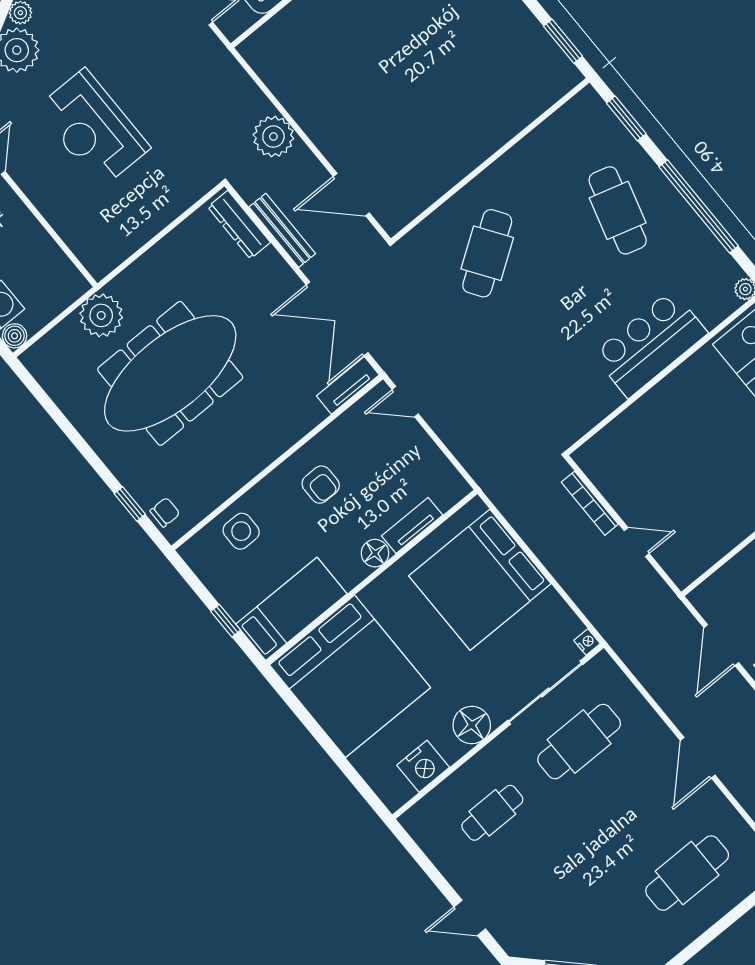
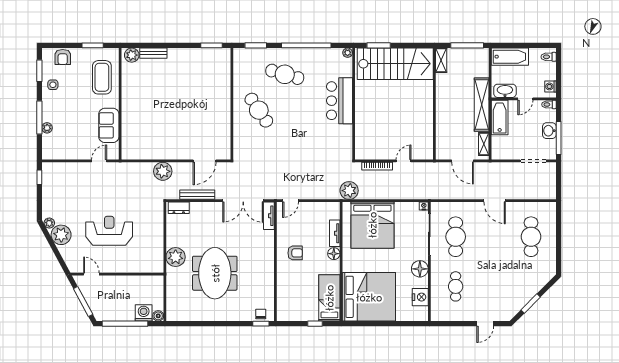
reception desk: (93, 128) -> (109, 231), turned 180
dresser: (239, 225) -> (179, 208), width x0.70
cafe table: (487, 253) -> (259, 110), moved
plant: (101, 315) -> (176, 257), moved
meeting table: (170, 373) -> (215, 273), width x0.73
plant: (507, 489) -> (349, 191), added
window: (130, 504) -> (261, 324), moved
side table: (241, 531) -> (289, 293), removed

